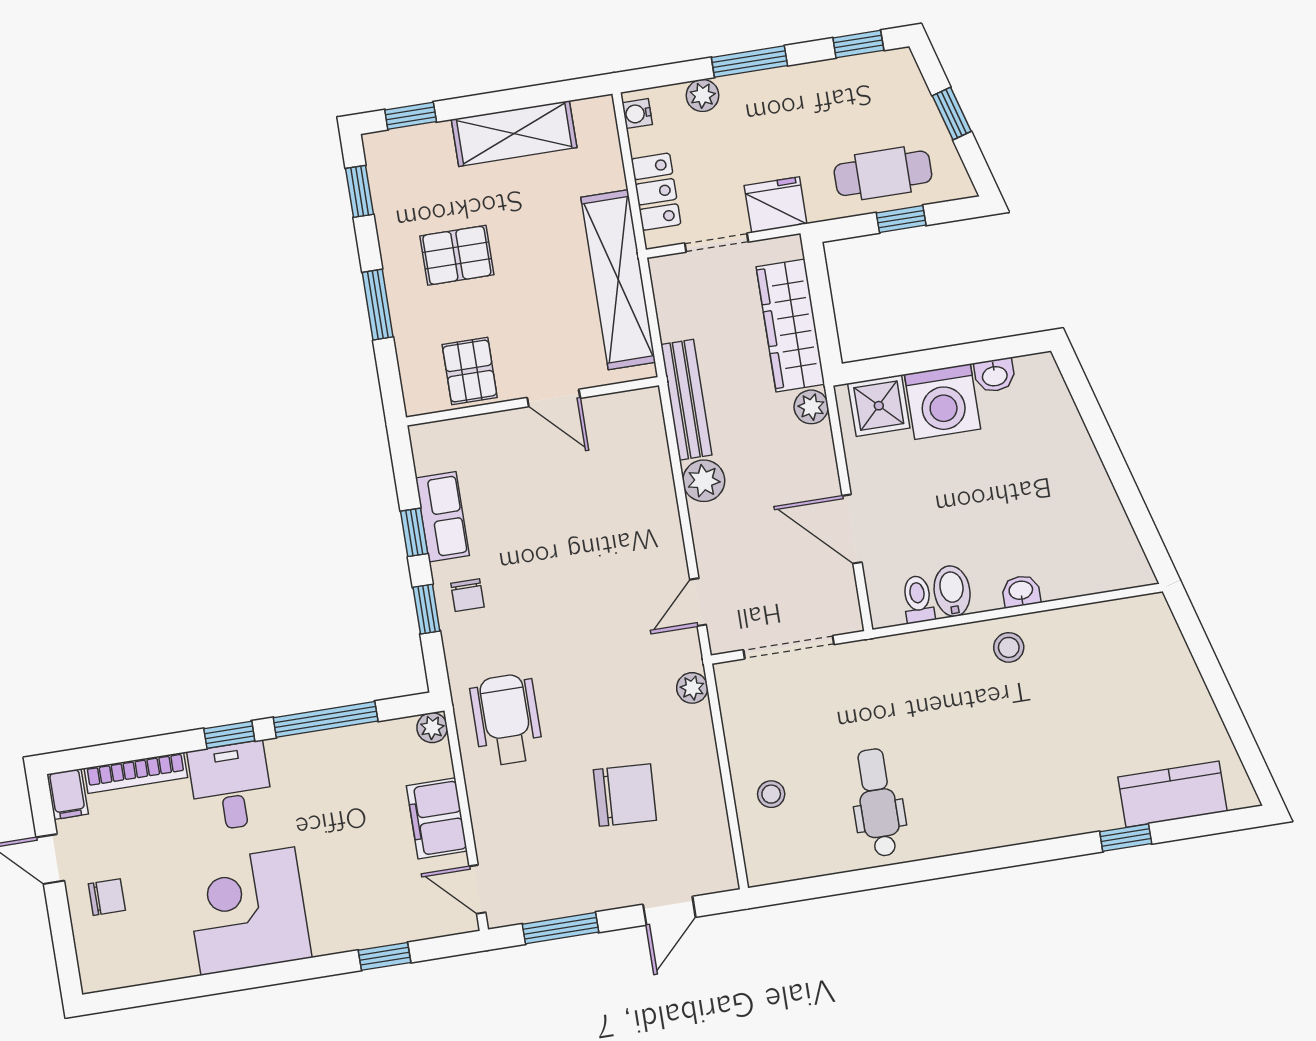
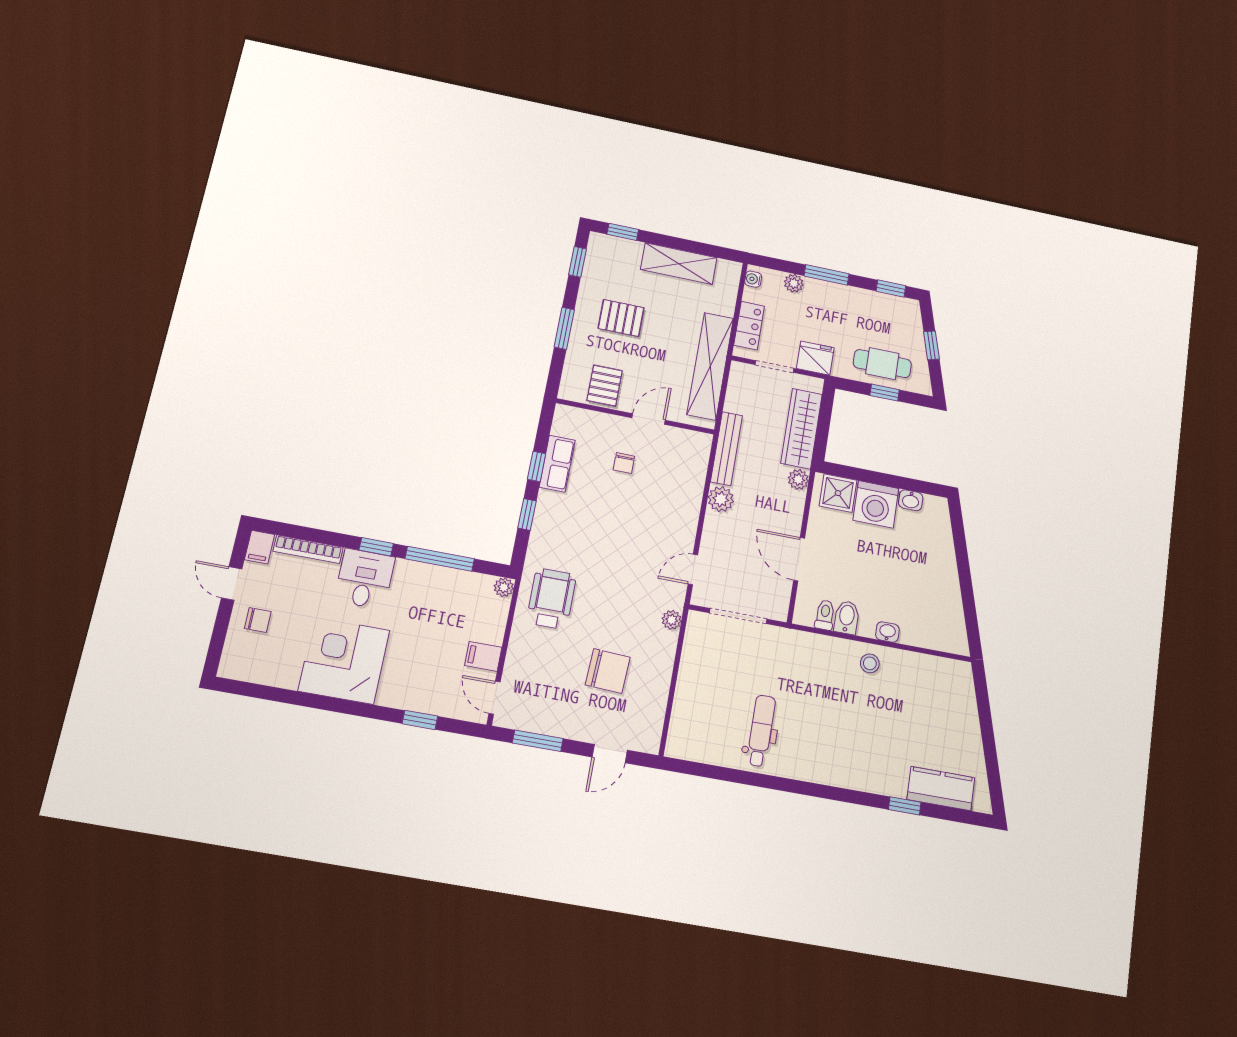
door: (554, 398) -> (649, 419), swing flipped
chair: (467, 595) -> (624, 463), moved
stool: (771, 794) -> (698, 702), removed
filing cabinet: (437, 818) -> (483, 656), width x0.50

